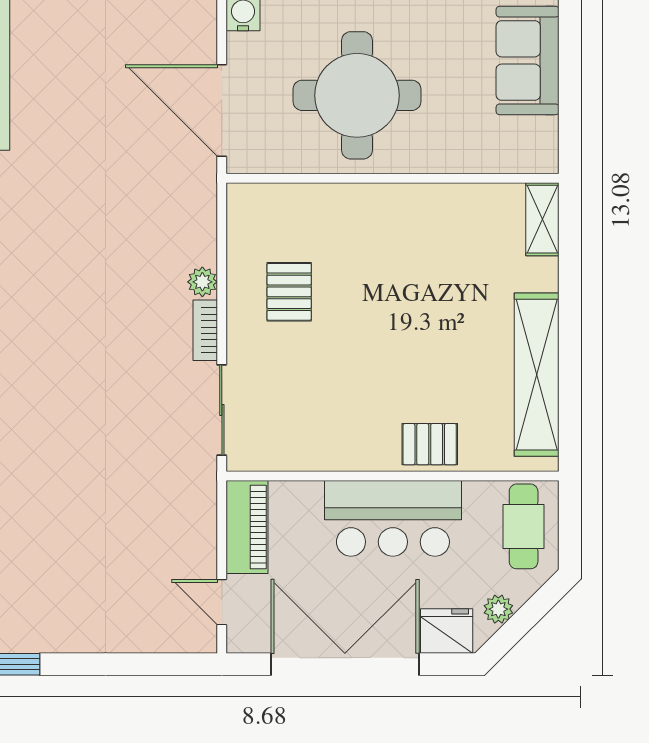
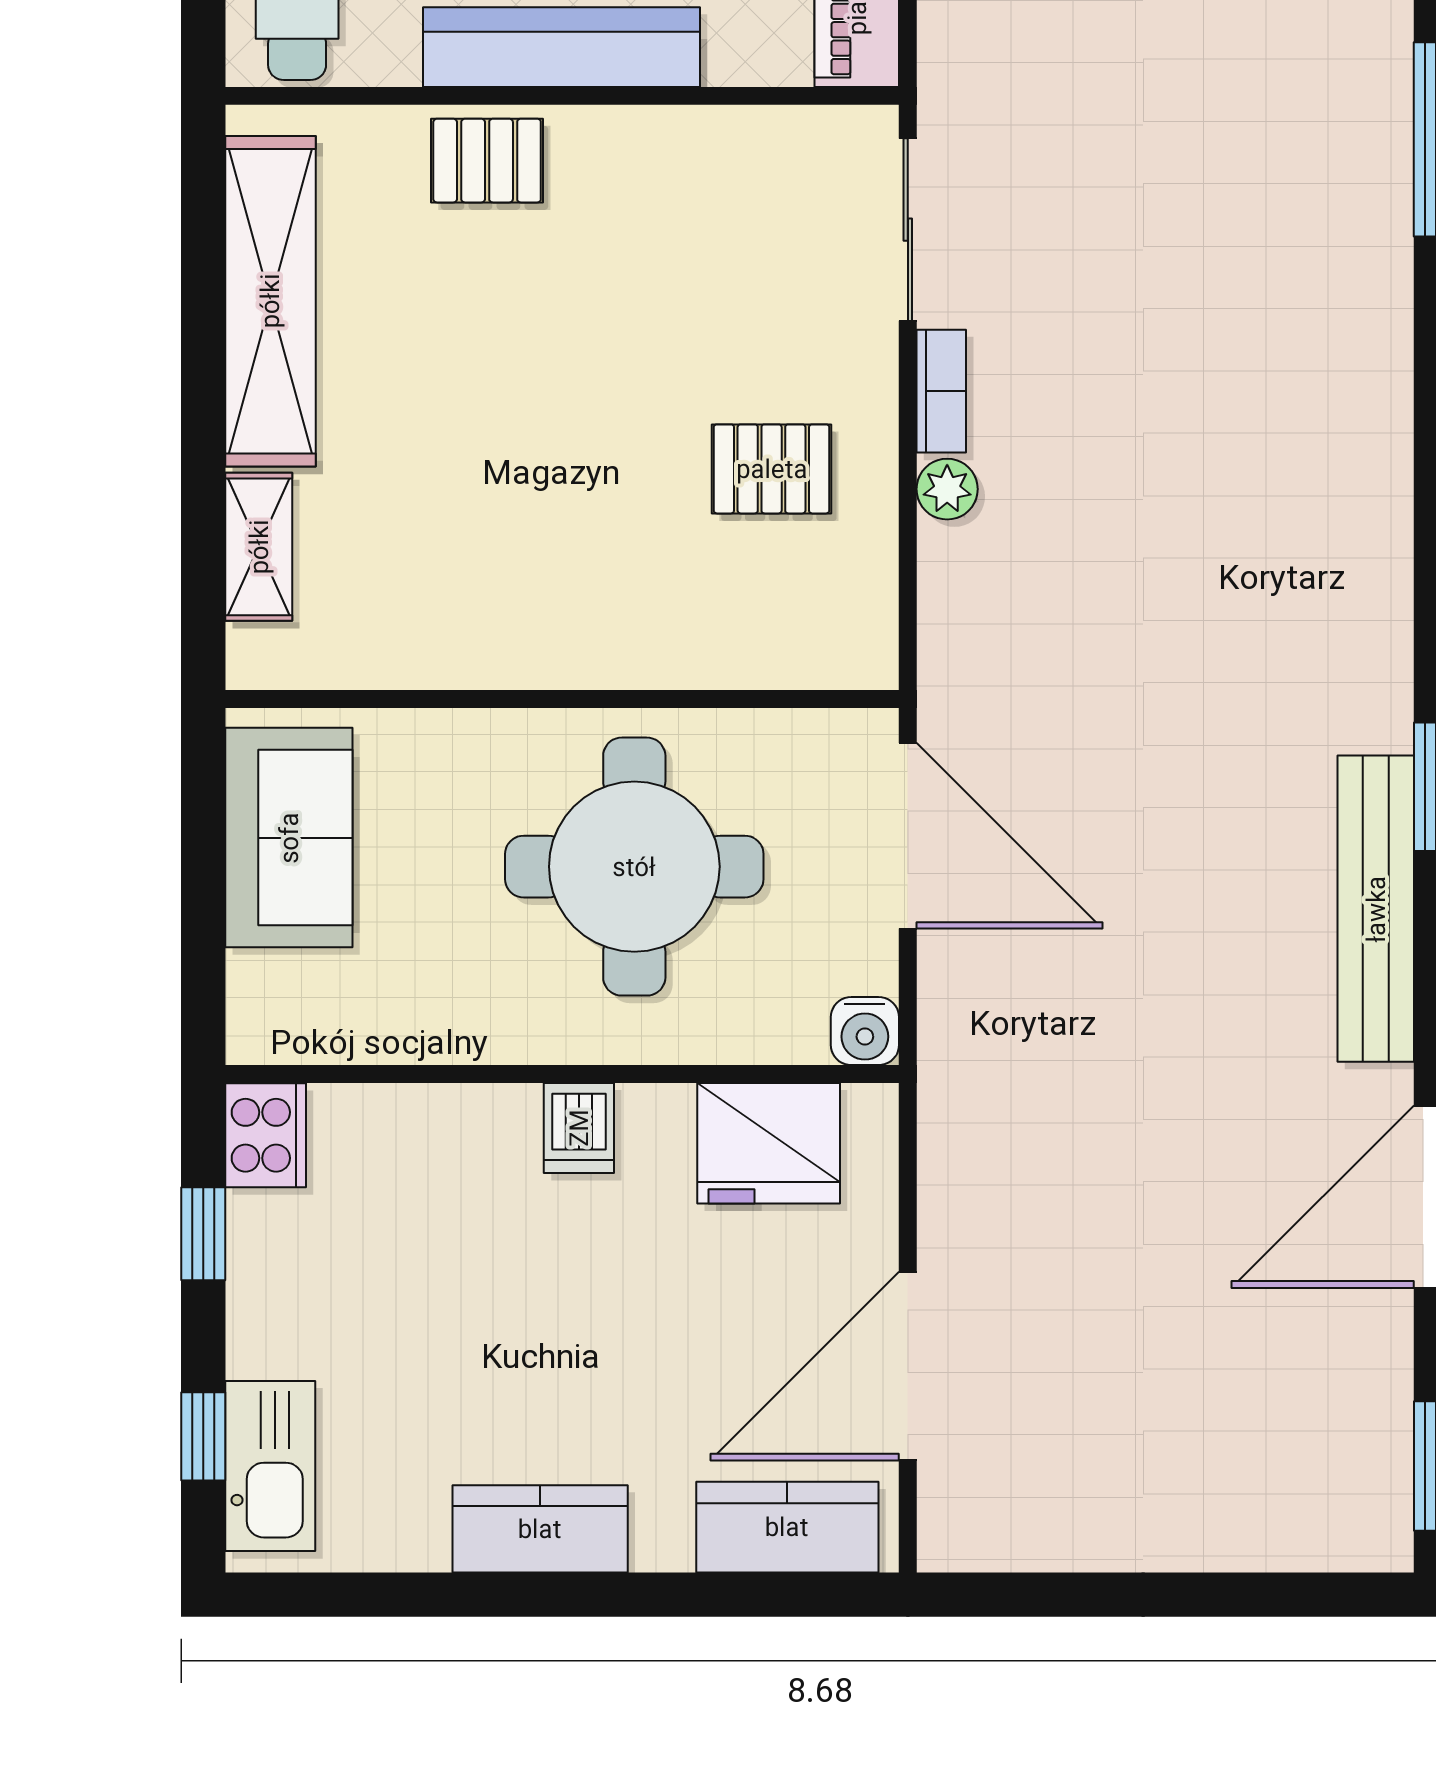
sofa: (528, 60) -> (289, 838), moved
shelving: (542, 219) -> (259, 547), moved
pallet: (289, 292) -> (772, 469), turned 90

